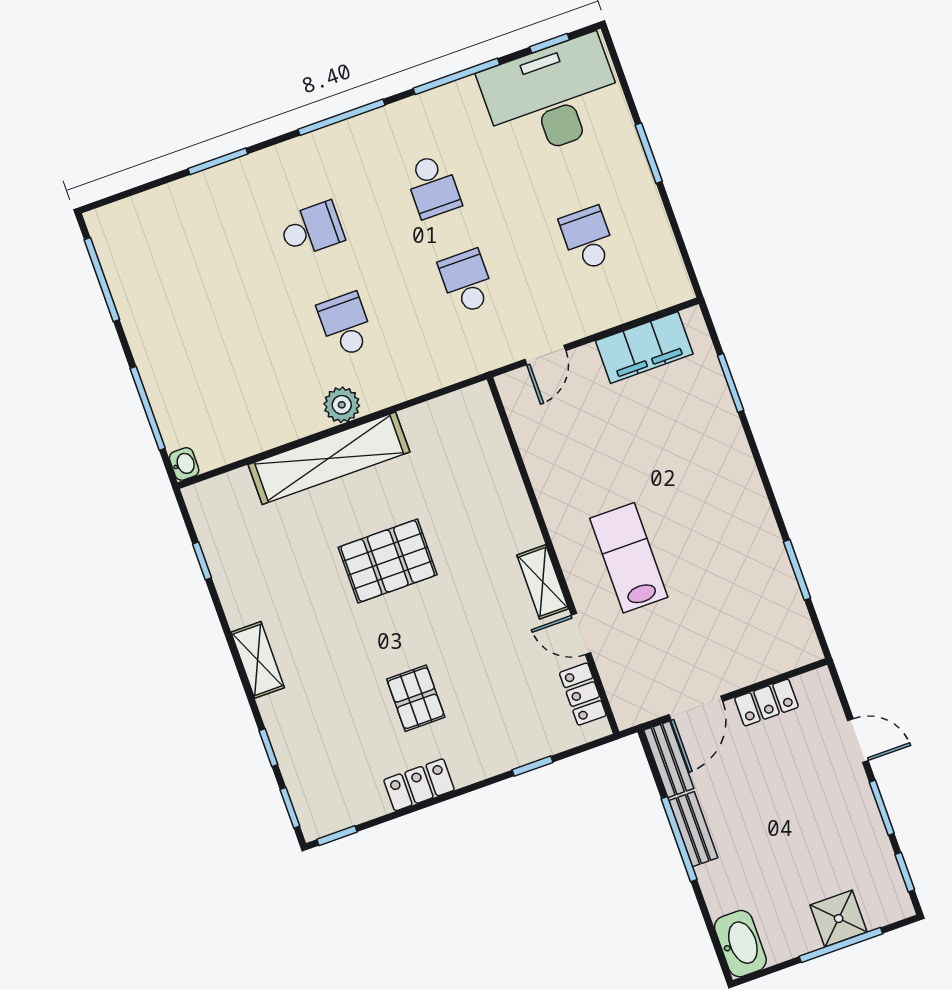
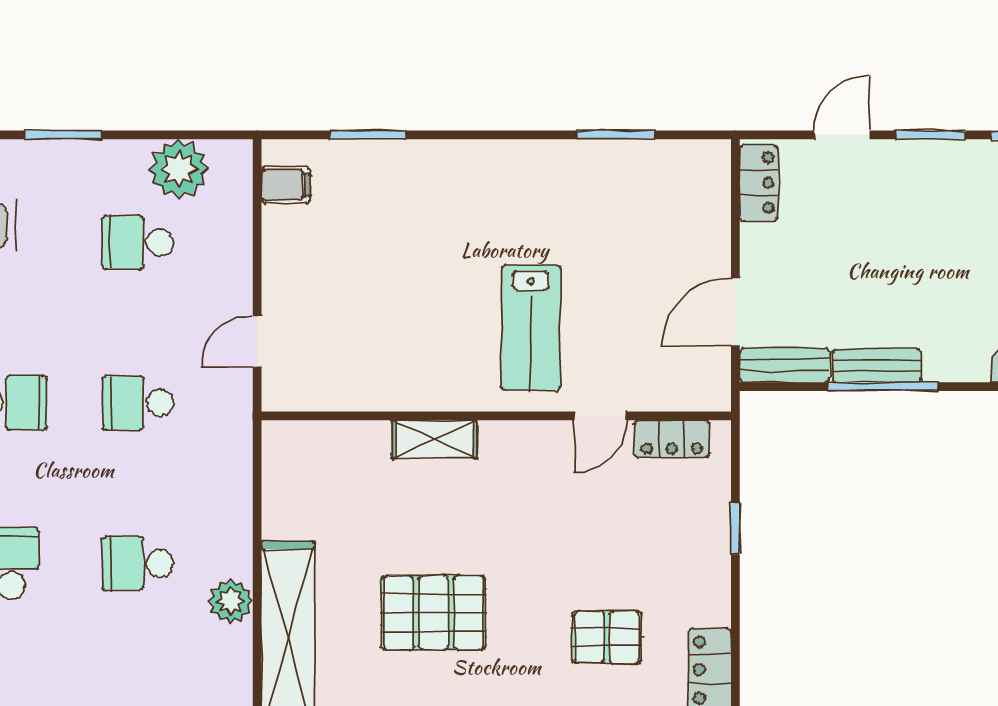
plant: (654, 250) -> (179, 169), added
filing cabinet: (644, 347) -> (286, 185), width x0.33, depth x0.86
door: (545, 355) -> (257, 341), swing flipped
lab bench: (629, 558) -> (531, 328), turned -90
pallet: (388, 561) -> (434, 613), turned 90
shelving: (543, 582) -> (434, 439), moved
locker: (766, 703) -> (759, 183), moved
door: (696, 708) -> (735, 312), swing flipped

